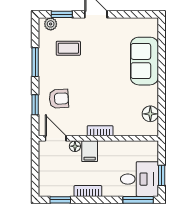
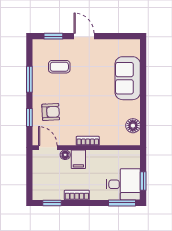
plant: (51, 24) -> (43, 45), removed

